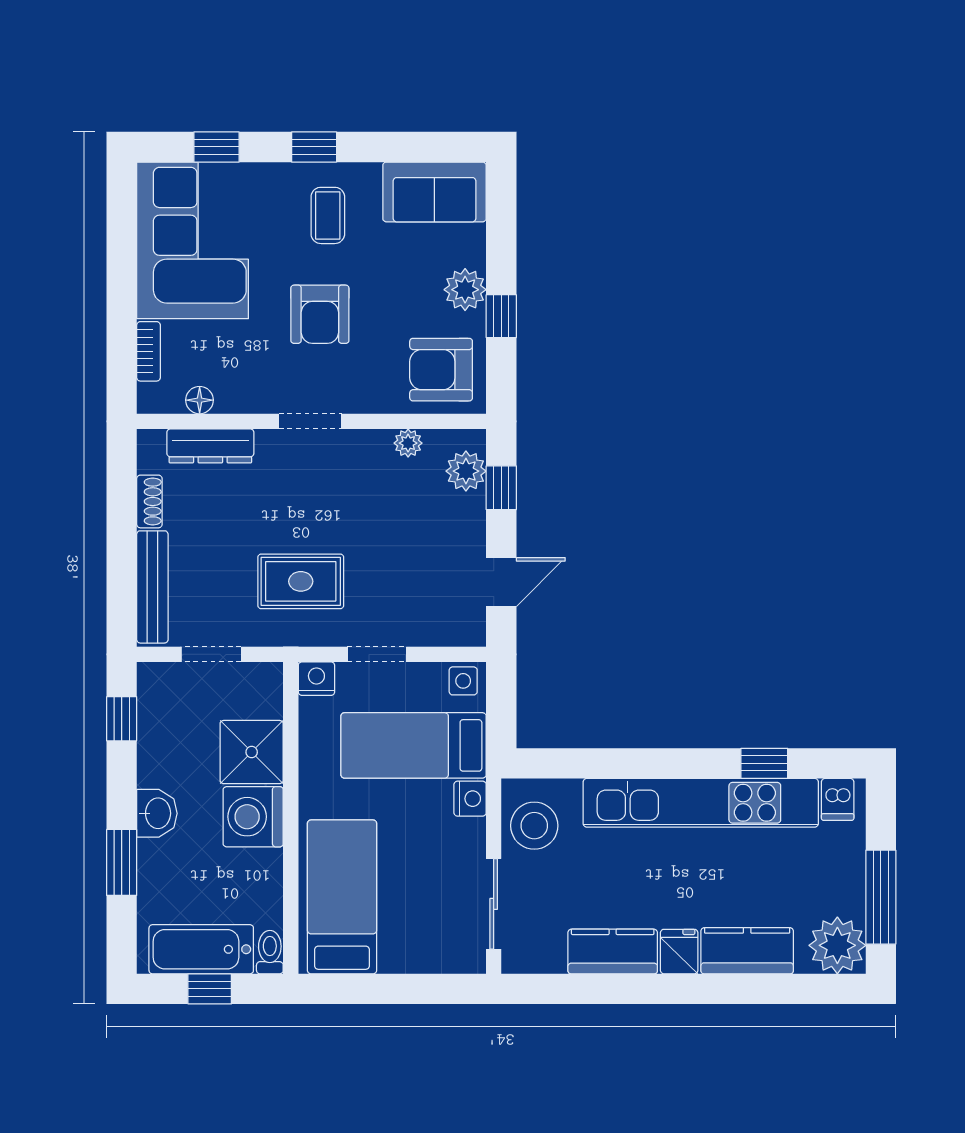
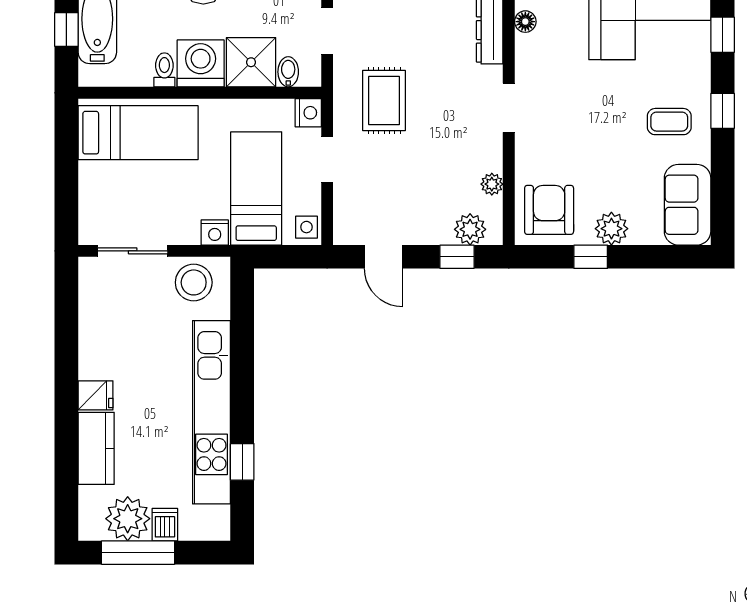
armchair: (320, 314) -> (592, 115), removed
bidet: (264, 704) -> (288, 72), added
dishwasher: (838, 799) -> (165, 525), moved, turned 90
plant: (837, 945) -> (128, 519), moved
toilet: (270, 952) -> (164, 70), moved, turned -90
kitchen counter: (613, 952) -> (96, 344), removed

